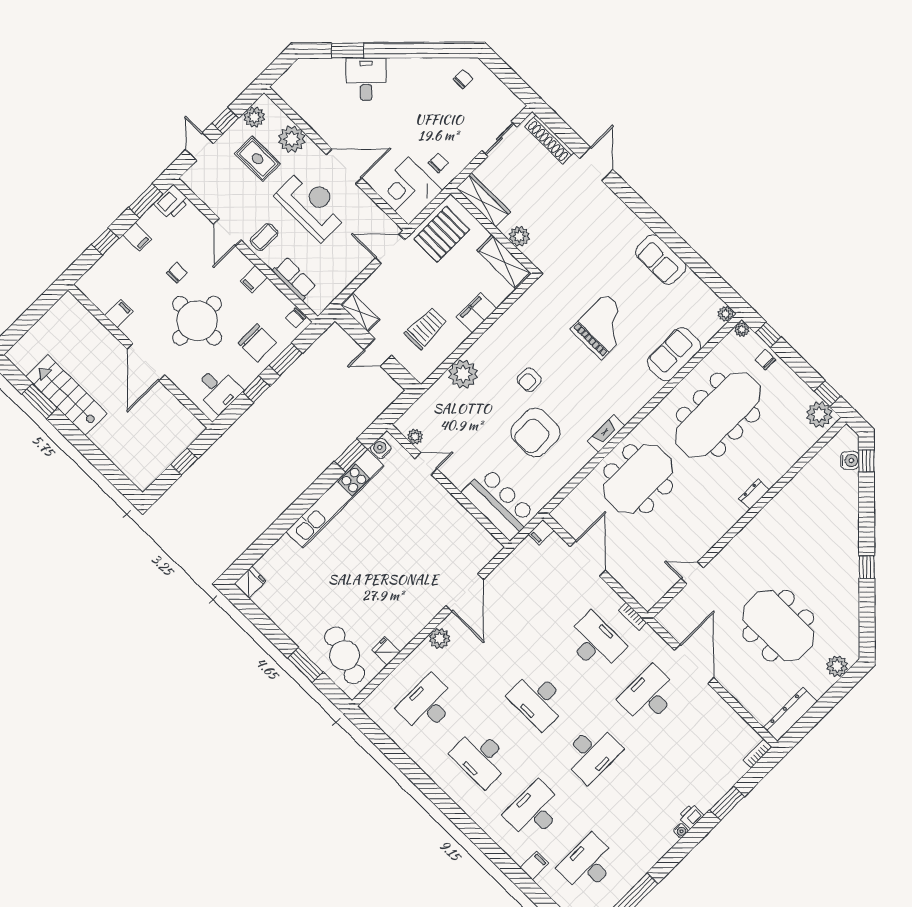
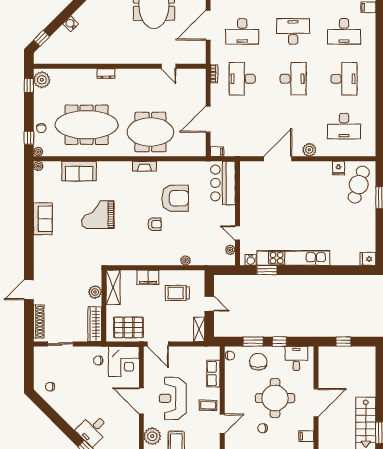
filing cabinet: (254, 279) -> (232, 391), removed
plant: (463, 374) -> (185, 260), width x0.53, depth x0.53
water cooler: (850, 460) -> (71, 24), moved

